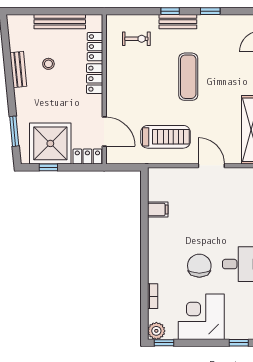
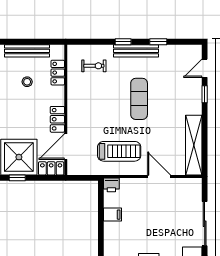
bench: (178, 22) -> (136, 51), width x1.36
stool: (48, 64) -> (27, 82), moved
locker: (95, 79) -> (57, 119), moved
door: (104, 132) -> (66, 147), swing flipped
printer: (156, 175) -> (111, 185), added

